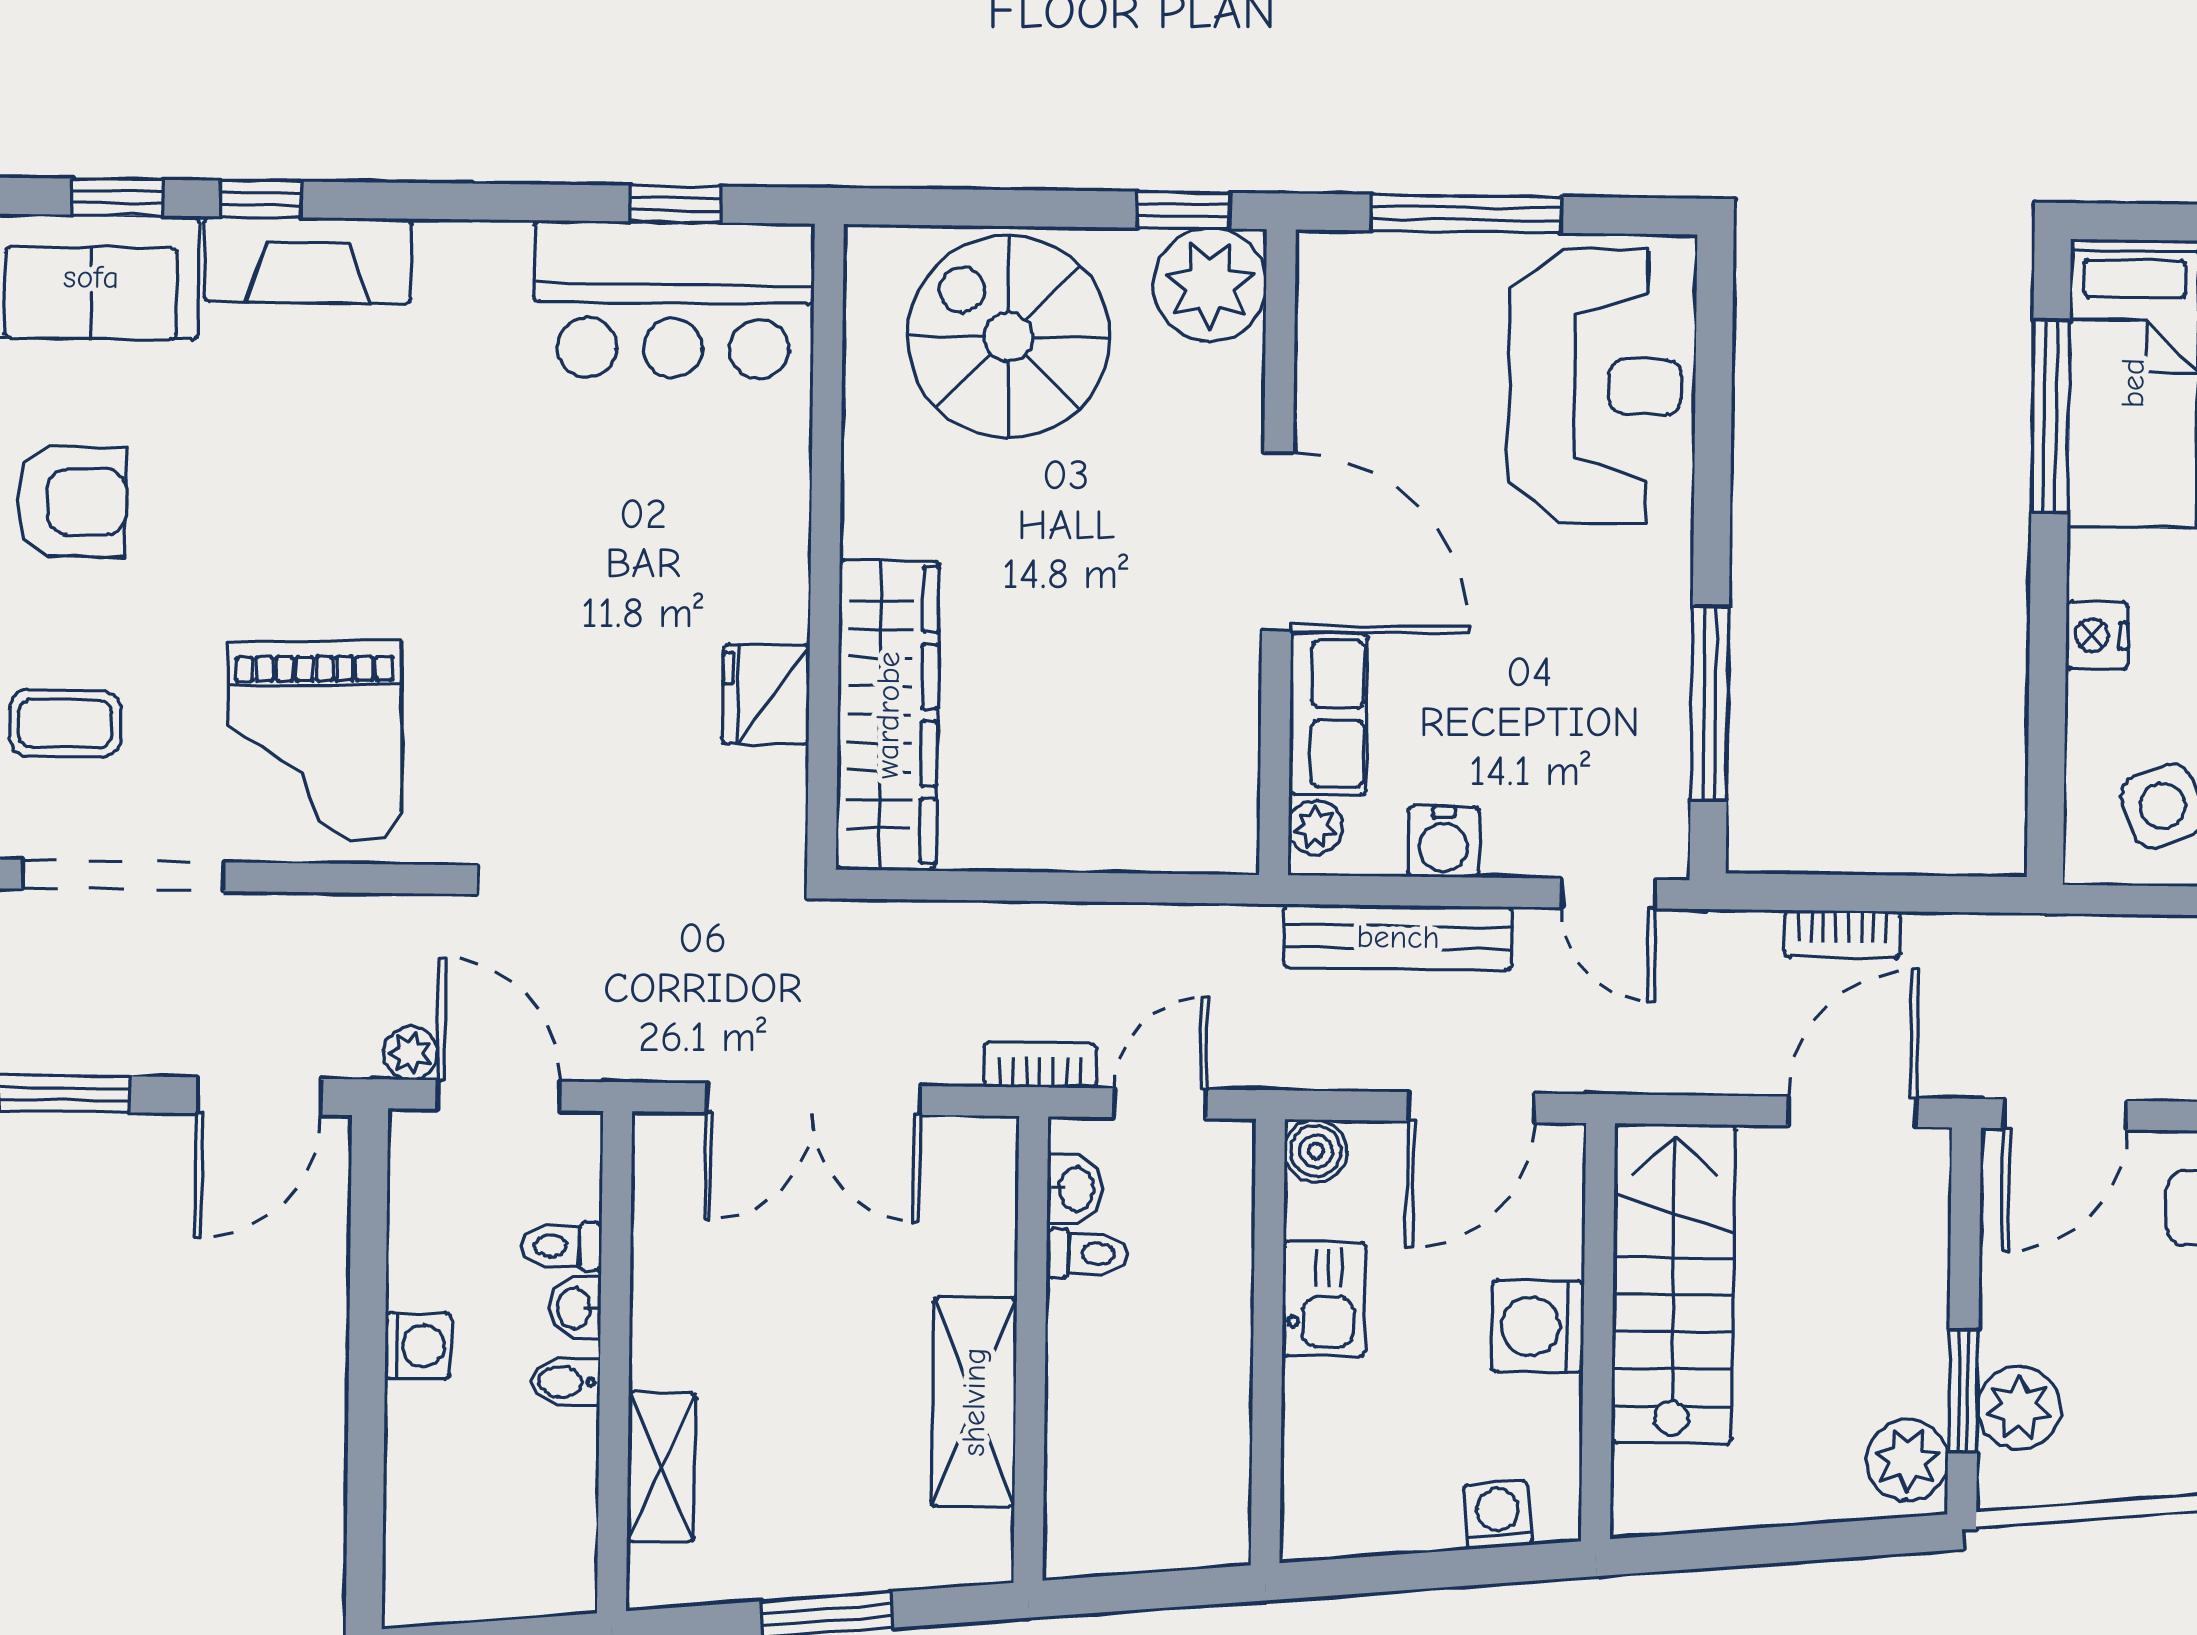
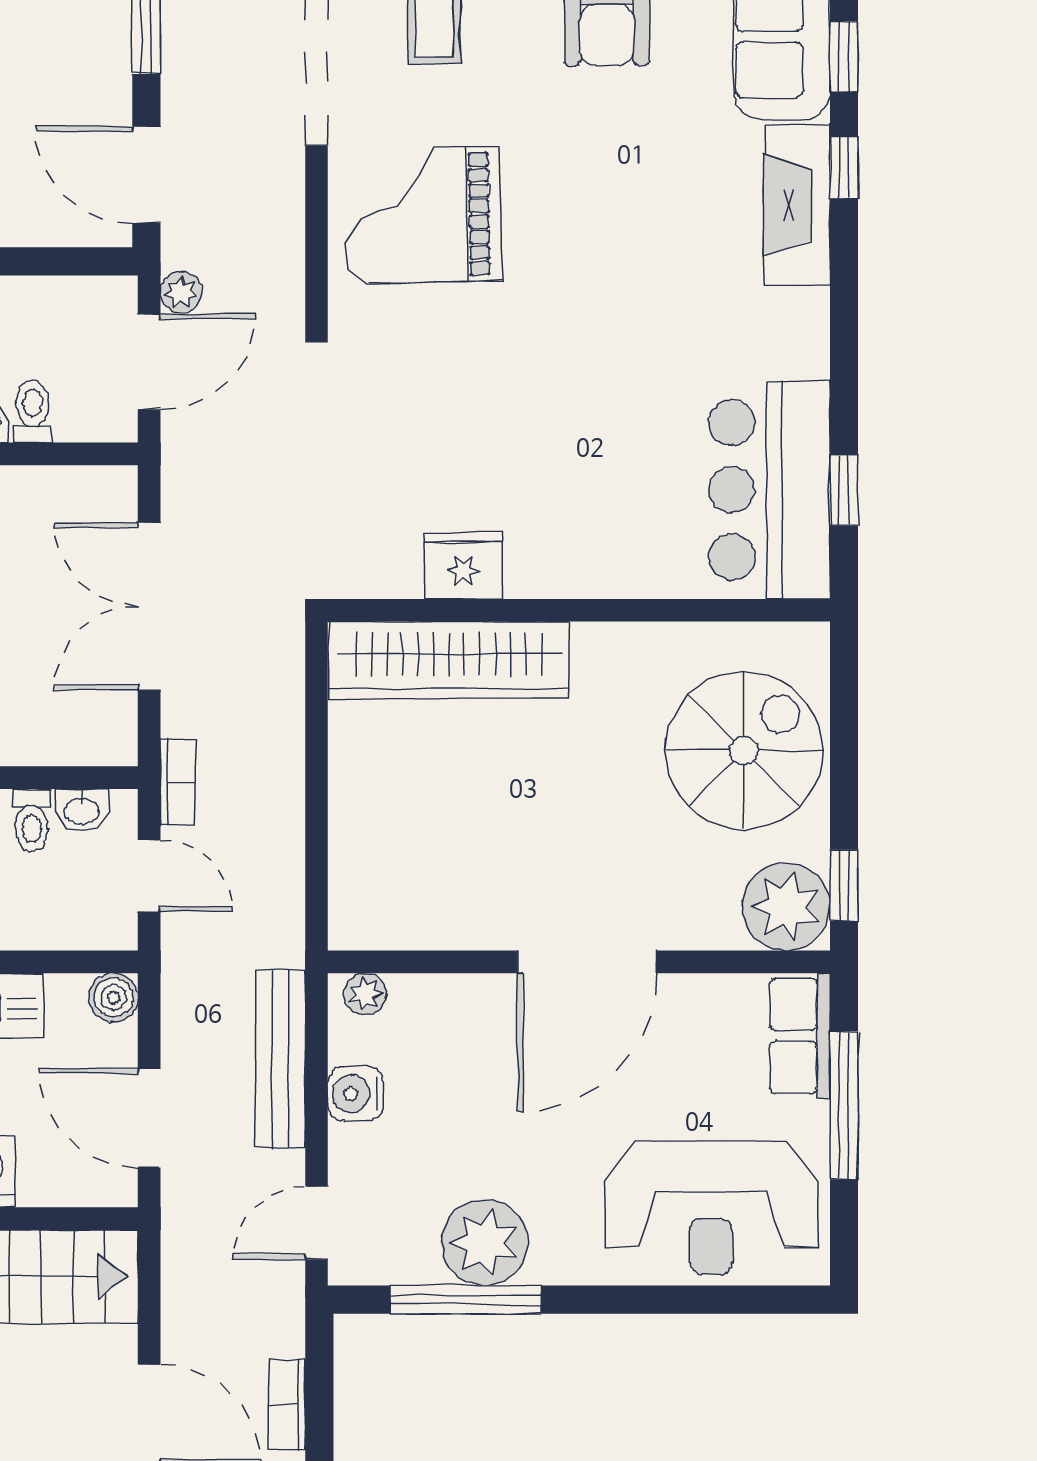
plant: (1637, 678) -> (484, 1243), added
row of seats: (1328, 714) -> (800, 1036), moved, turned 90

